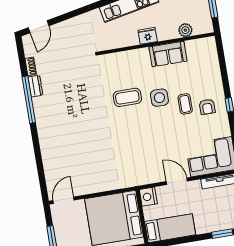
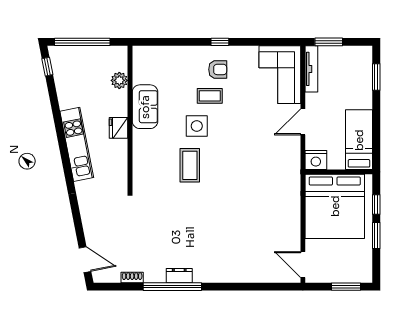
dresser: (35, 86) -> (179, 276), moved

